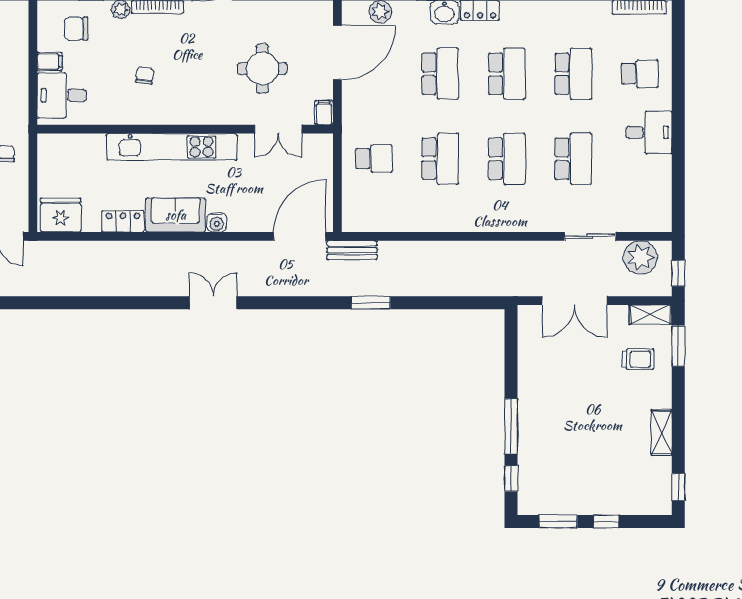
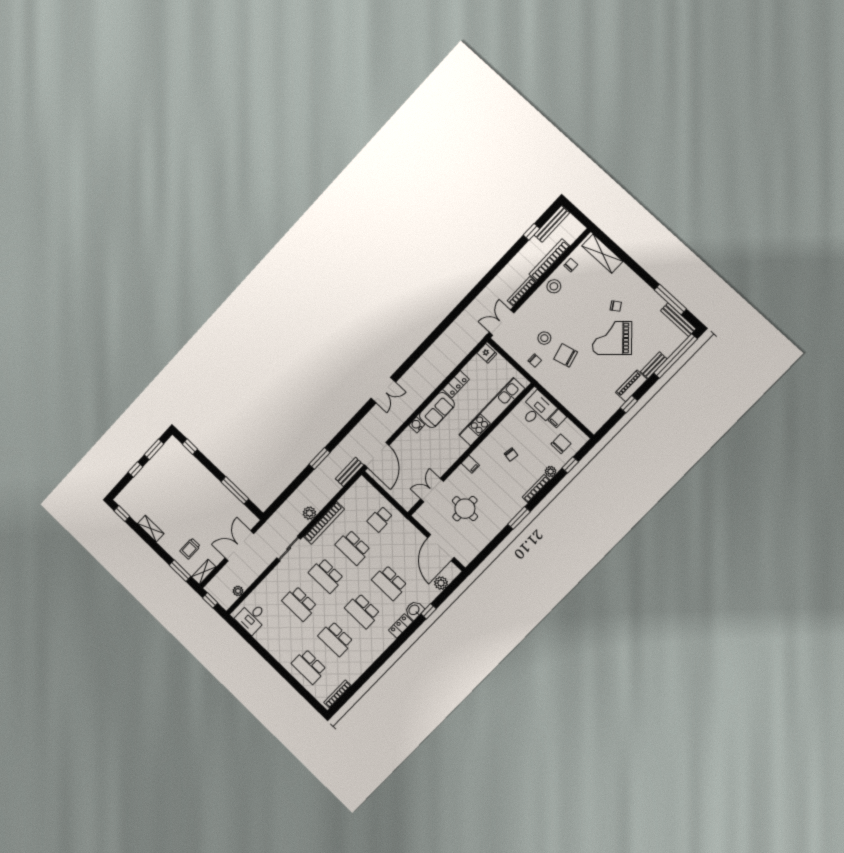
school desk: (640, 74) -> (309, 667), width x1.85
filing cabinet: (324, 113) -> (470, 464), moved
desk: (649, 132) -> (252, 618), moved
kitchen unit: (172, 147) -> (492, 412), moved
fridge: (61, 215) -> (487, 353), width x0.53, depth x0.75
bookcase: (445, 223) -> (324, 523), added
sliding door: (590, 236) -> (289, 548), moved
plant: (450, 252) -> (309, 513), added
plant: (640, 257) -> (238, 591), width x0.53, depth x0.53
window: (511, 426) -> (235, 490), moved

